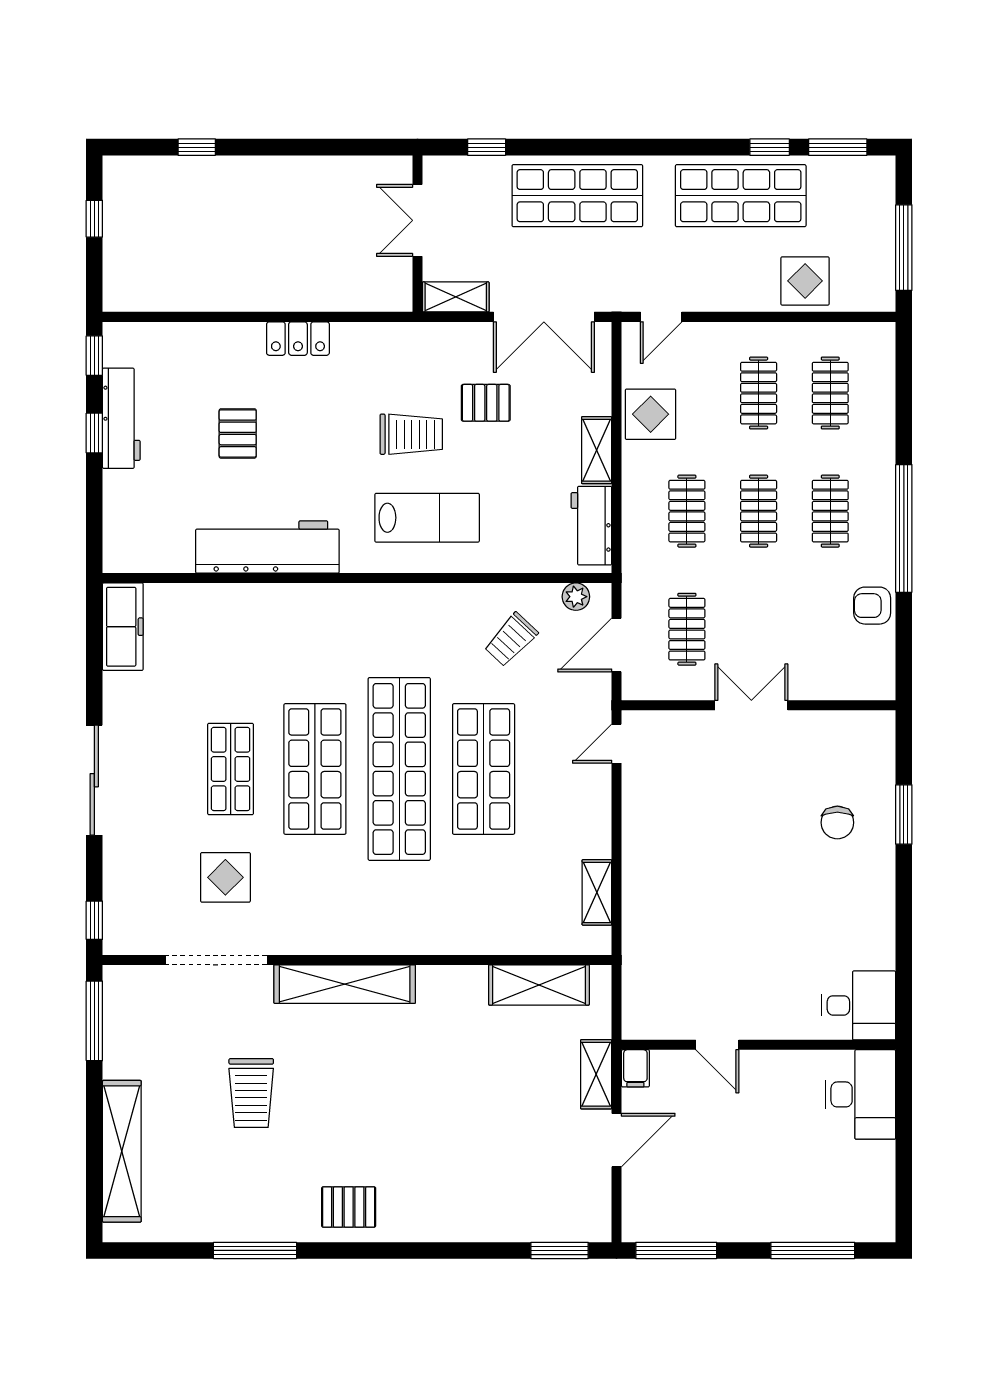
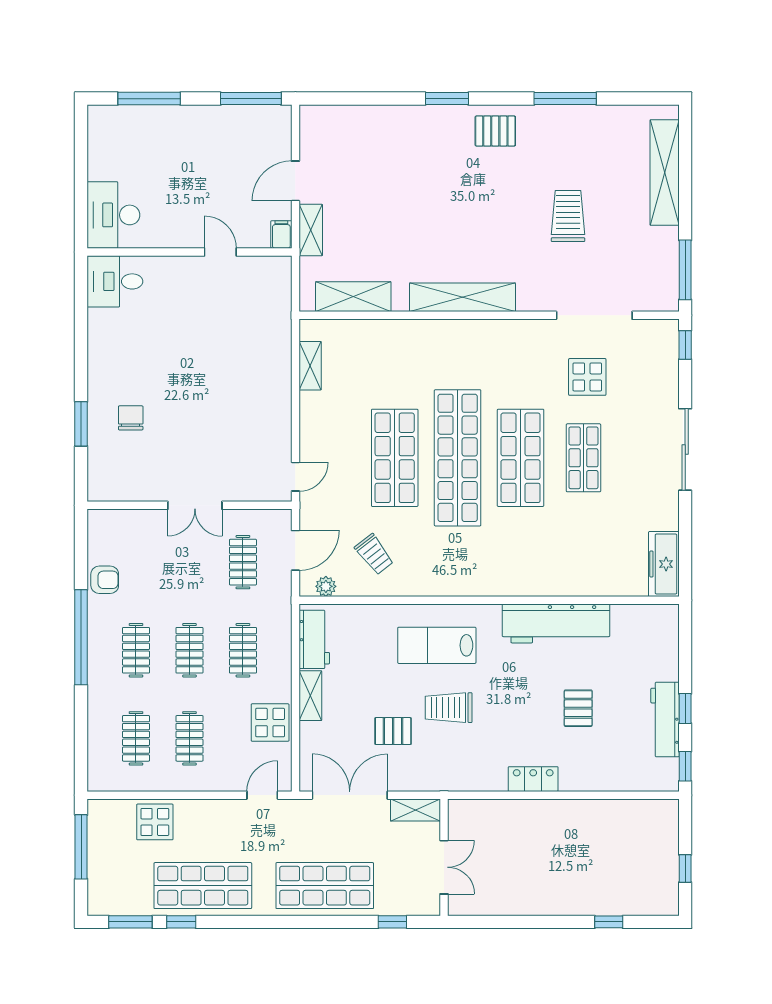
trolley: (511, 640) -> (374, 554), turned 99
shelving: (345, 984) -> (462, 297), moved
window: (560, 1250) -> (447, 99), moved

